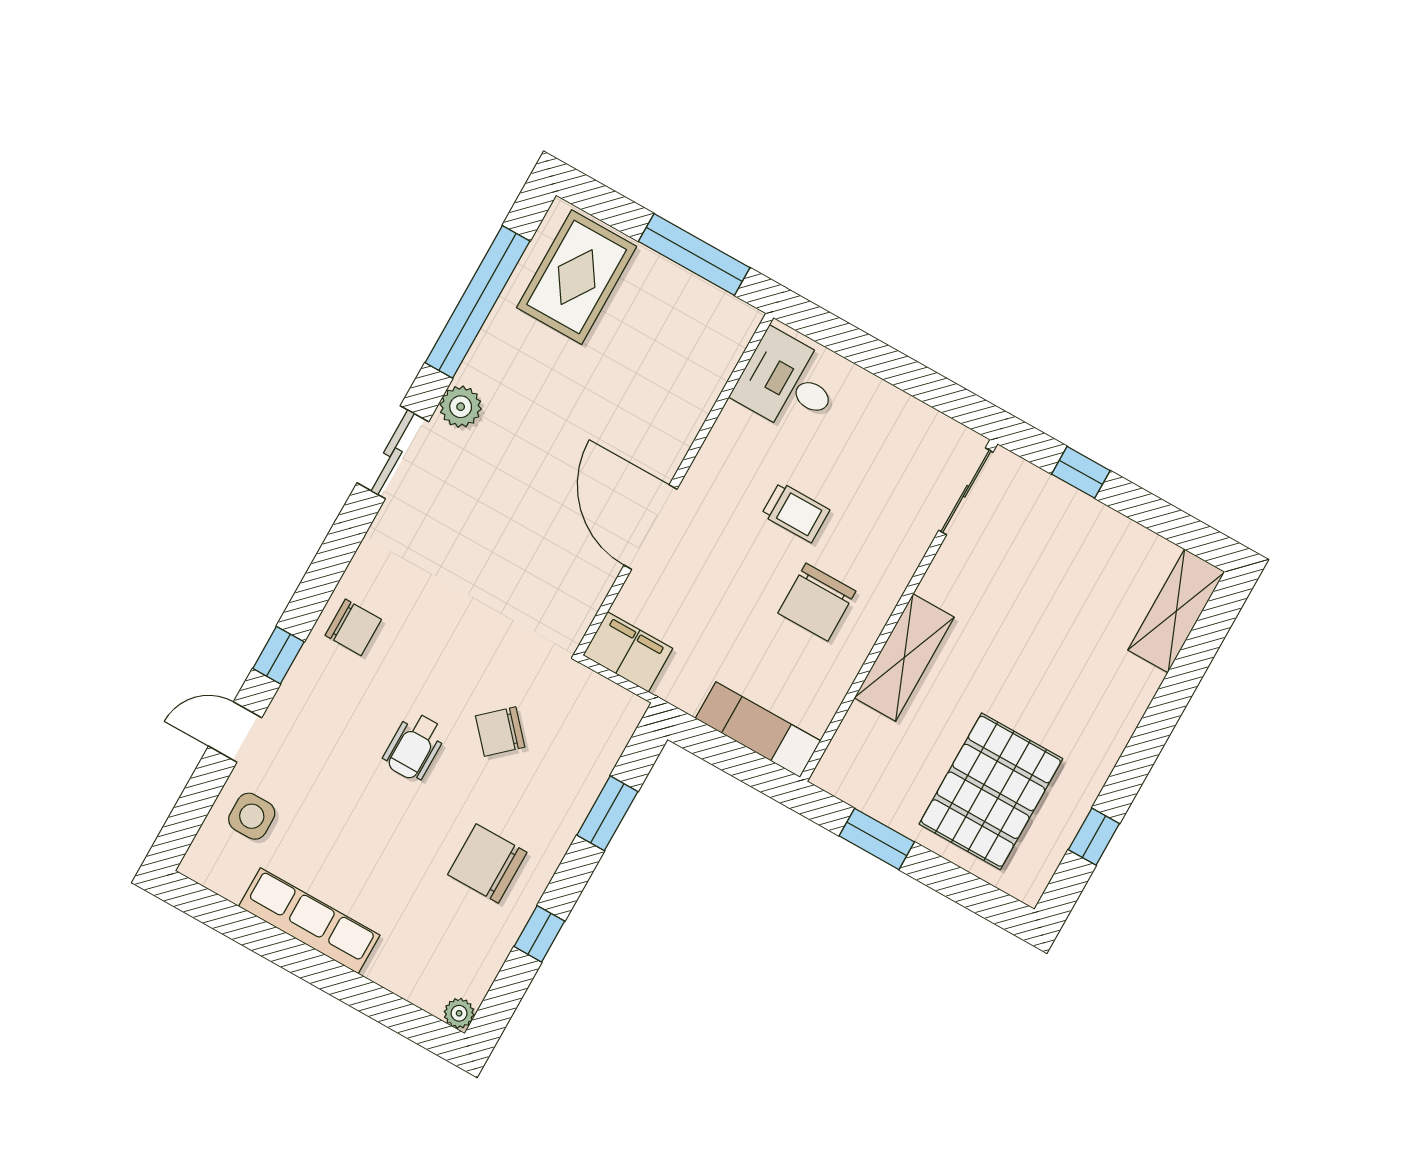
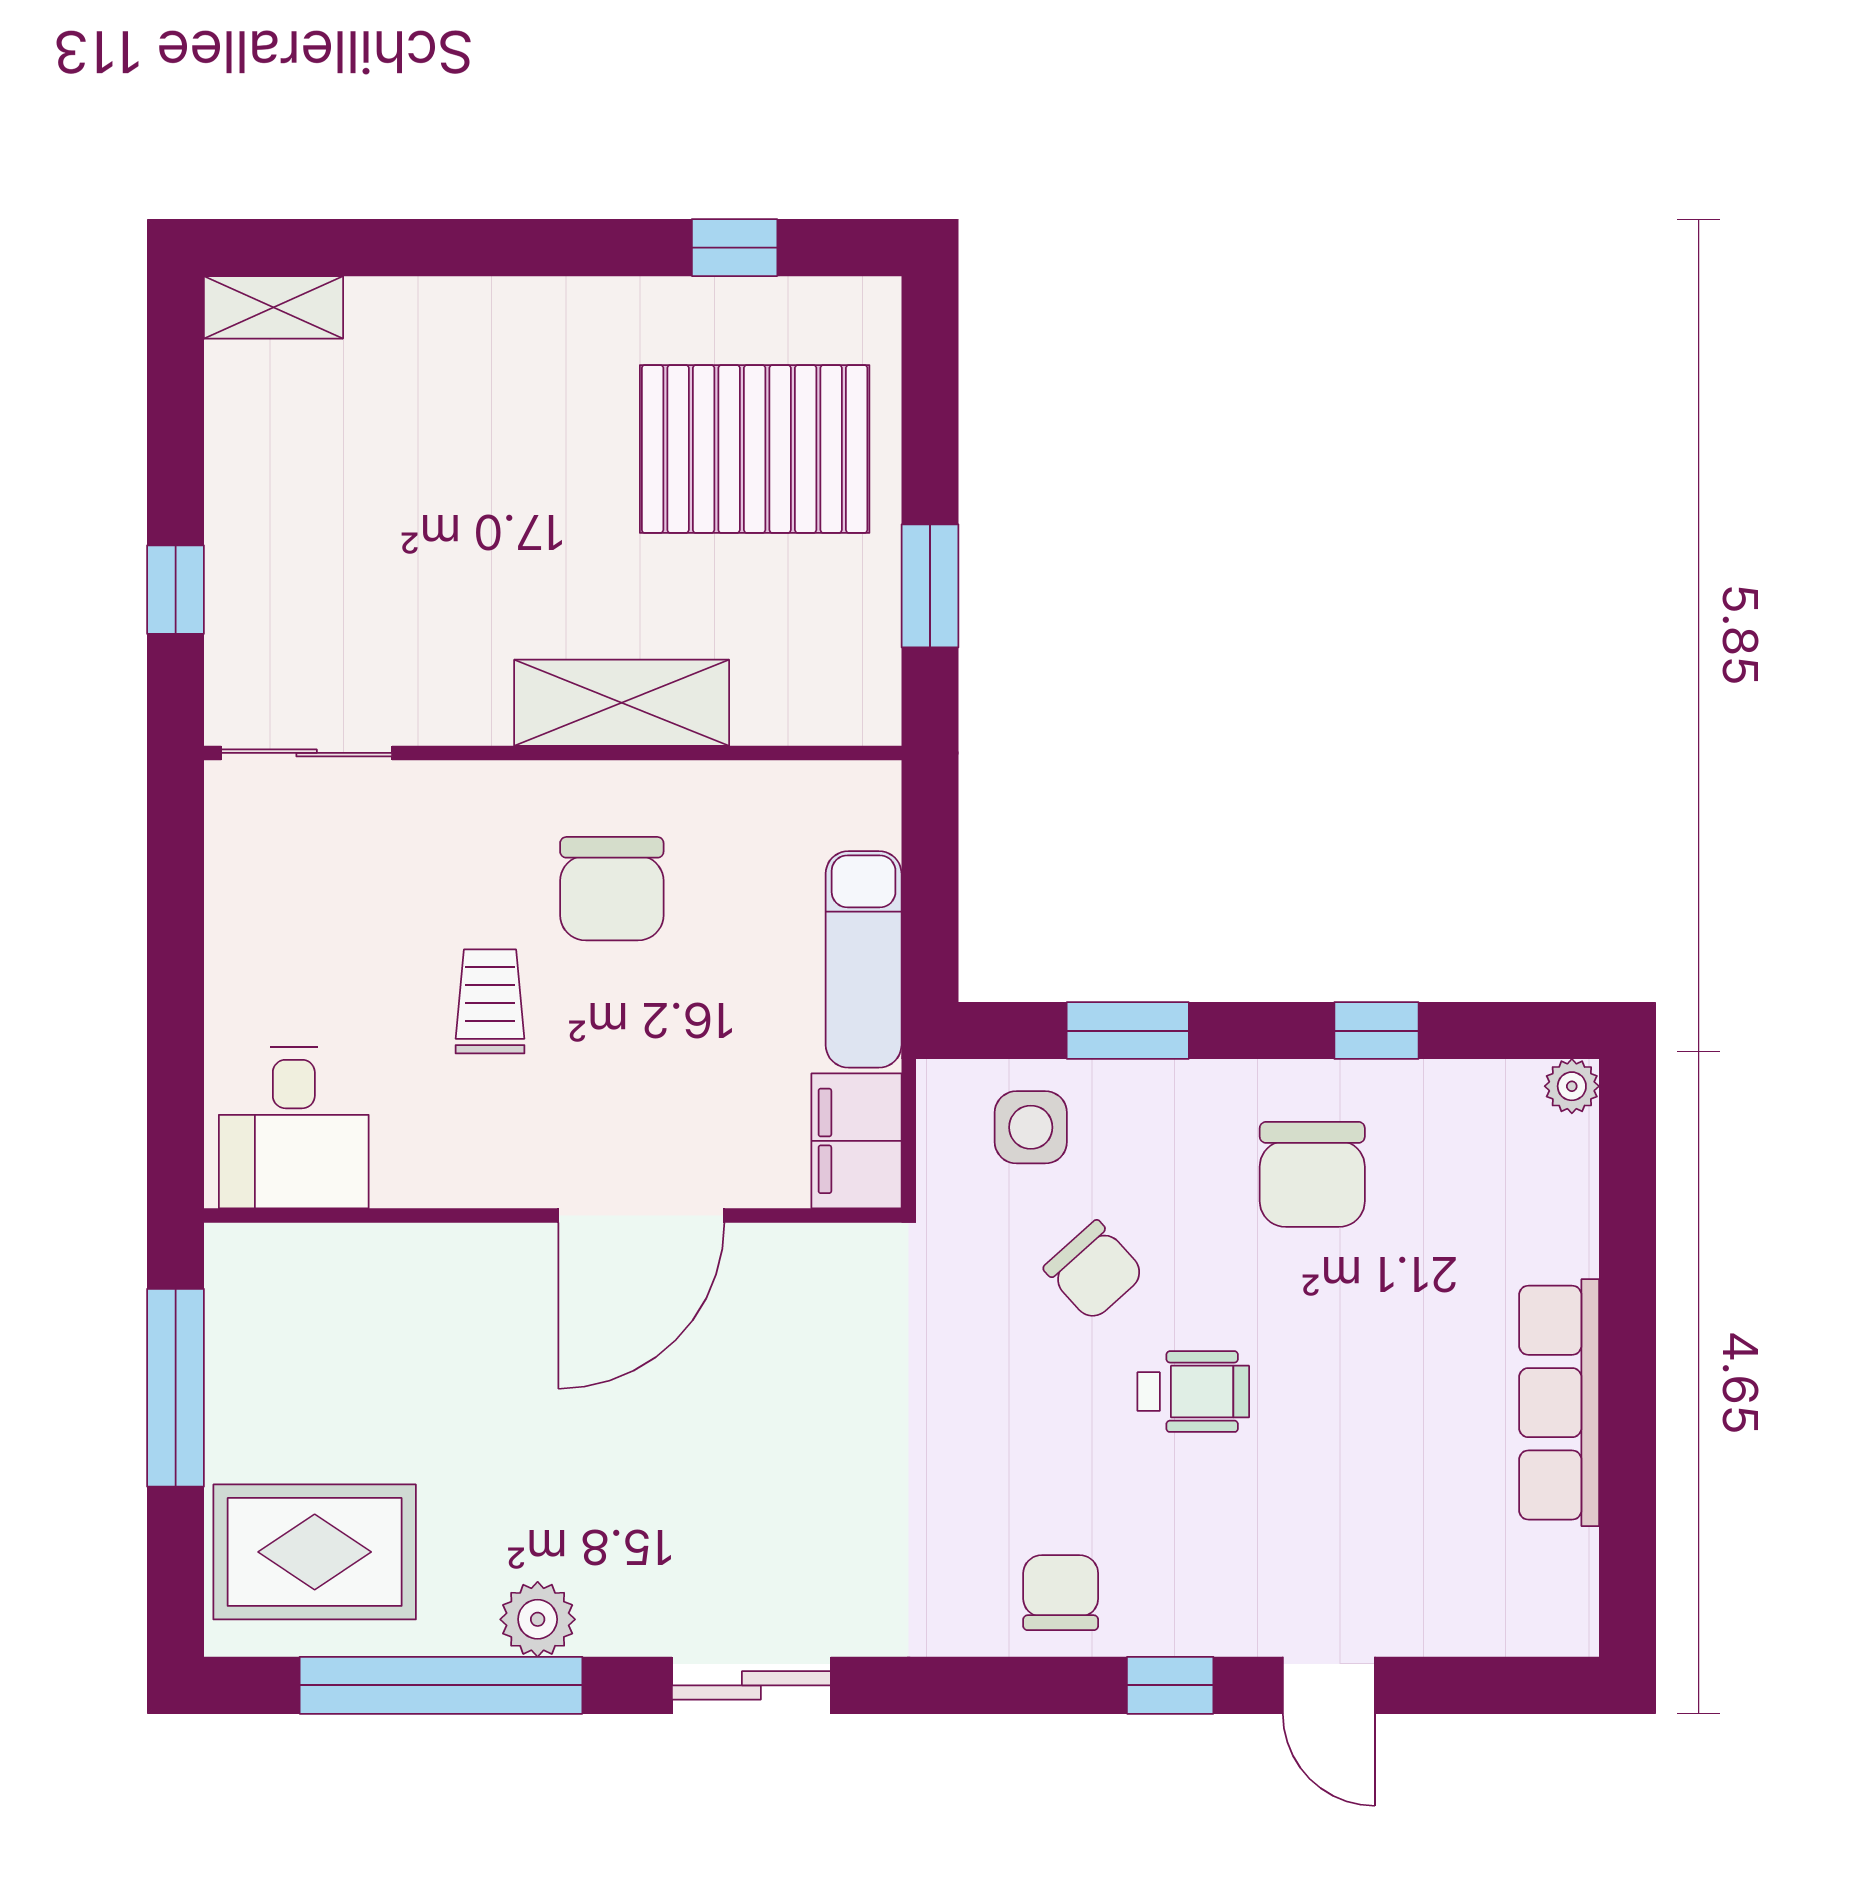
plant: (461, 407) -> (538, 1619), moved
chair: (817, 602) -> (612, 889), turned 90
shelving: (1176, 611) -> (274, 307), width x0.67, depth x0.75
exam couch: (758, 730) -> (864, 959), moved
side table: (252, 816) -> (1031, 1127), moved

